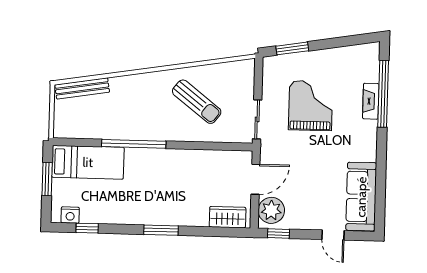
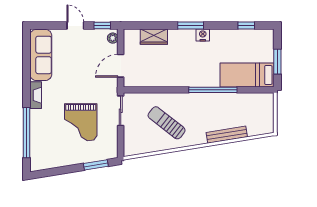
bench: (82, 88) -> (227, 135), moved
fireplace: (371, 101) -> (36, 95), moved
plant: (271, 210) -> (113, 38), width x0.53, depth x0.53
nightstand: (70, 215) -> (203, 35), moved
wardrobe: (228, 217) -> (154, 37), moved
door: (333, 235) -> (75, 25), moved

